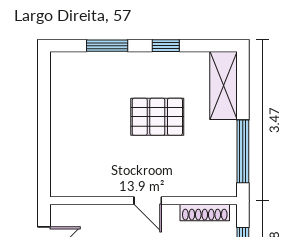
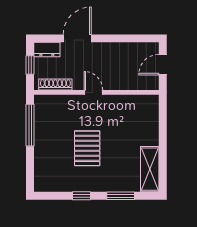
shelving: (223, 86) -> (150, 169), moved
pallet: (157, 117) -> (87, 148), turned 90

